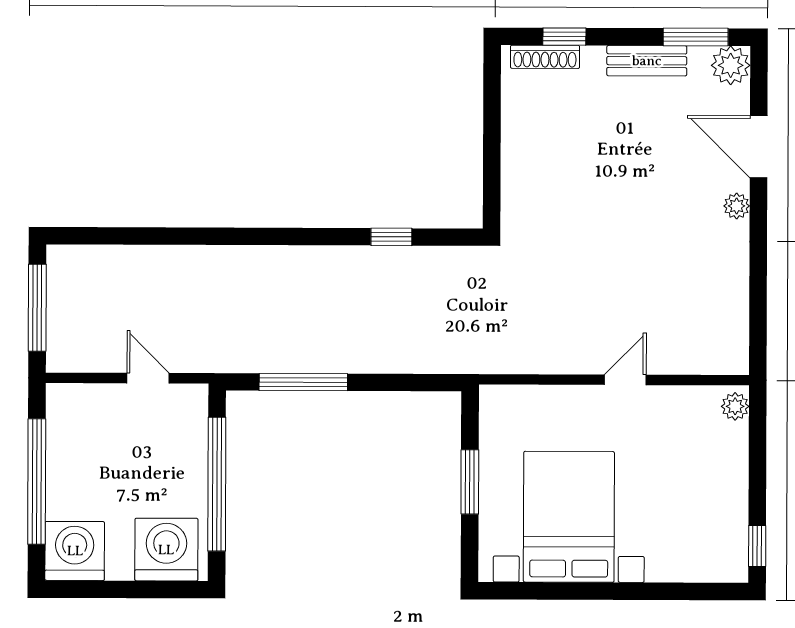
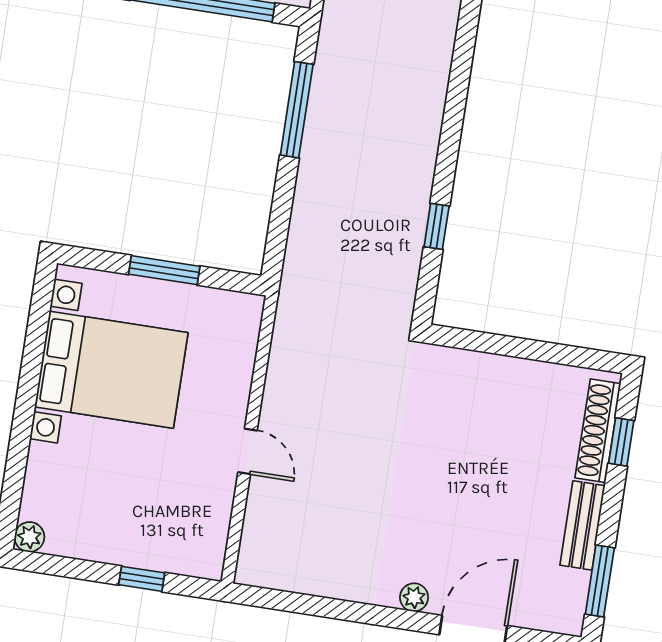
shoe rack: (545, 57) -> (598, 431), width x1.36, depth x1.24
plant: (731, 65) -> (564, 614), removed
plant: (735, 406) -> (29, 537), moved
window: (757, 546) -> (142, 579), moved

